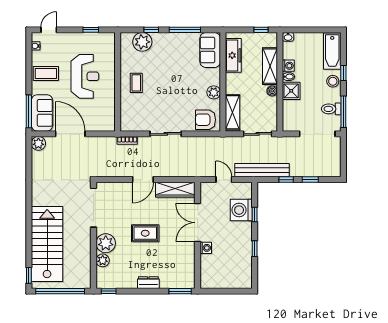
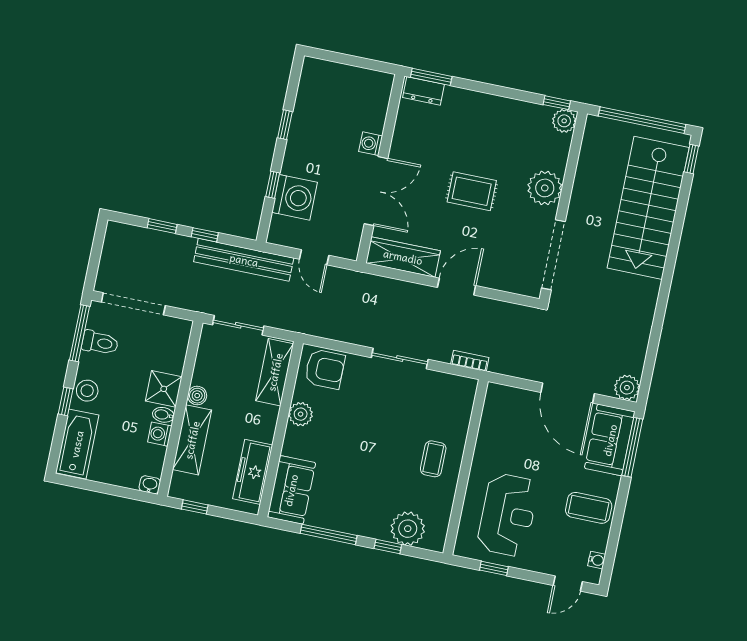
reception desk: (85, 76) -> (508, 515), moved, turned 180
plant: (103, 260) -> (564, 121), moved
dresser: (148, 283) -> (423, 91), moved

